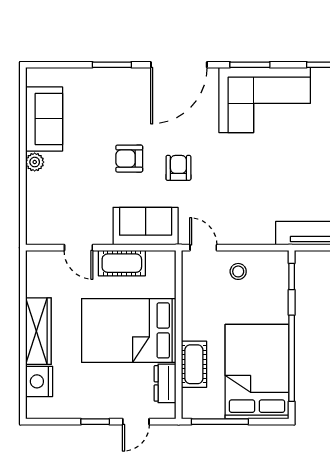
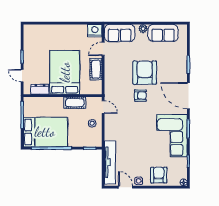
armchair: (129, 159) -> (145, 73), width x1.88, depth x1.88
sofa: (146, 226) -> (120, 33), moved, turned 90
door: (203, 248) -> (103, 107), hinge flipped
wardrobe: (38, 331) -> (64, 30), removed
cot: (194, 364) -> (75, 103), moved
nightstand: (39, 381) -> (95, 31), moved

